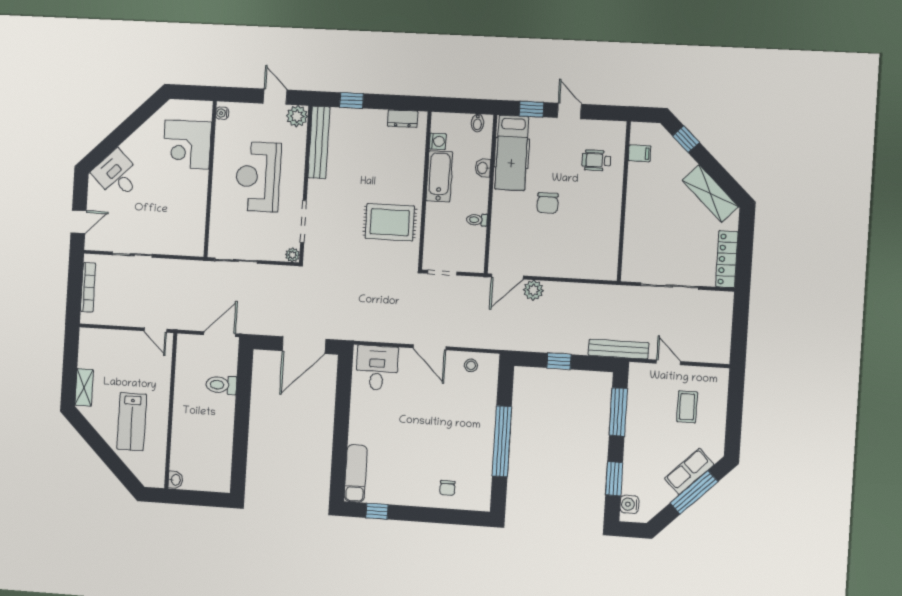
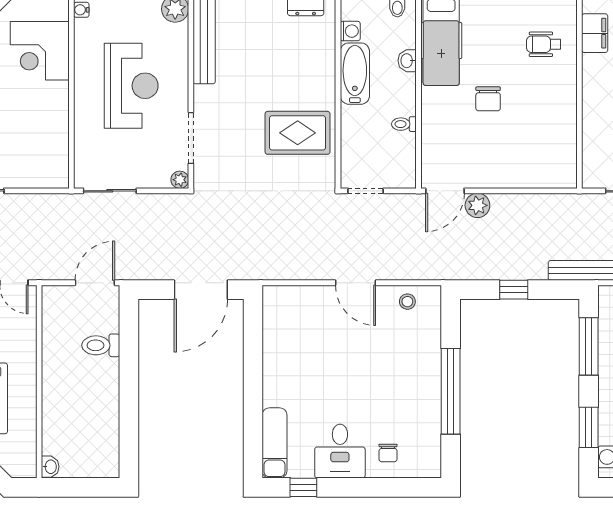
filing cabinet: (640, 153) -> (595, 33), width x2.00
reception desk: (258, 177) -> (131, 86), turned 180
desk: (377, 368) -> (340, 451), moved, turned 180

